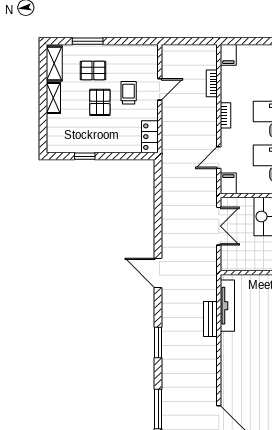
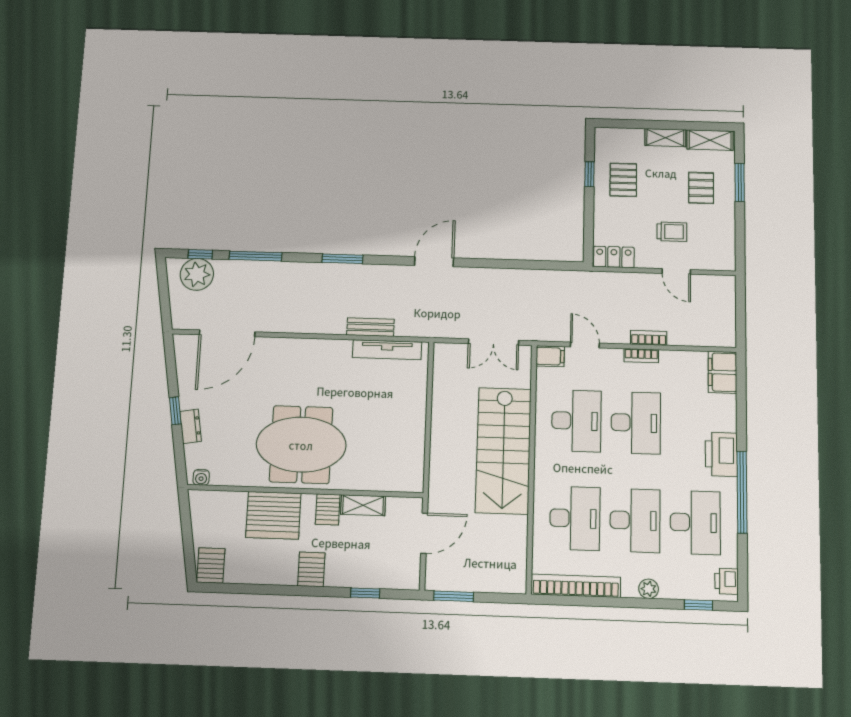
filing cabinet: (228, 55) -> (723, 372), width x2.00
bookcase: (212, 83) -> (649, 338), moved
pallet: (100, 102) -> (623, 180), moved, turned 90

